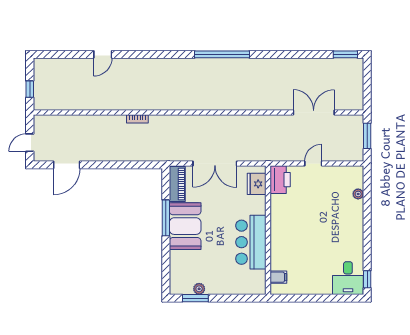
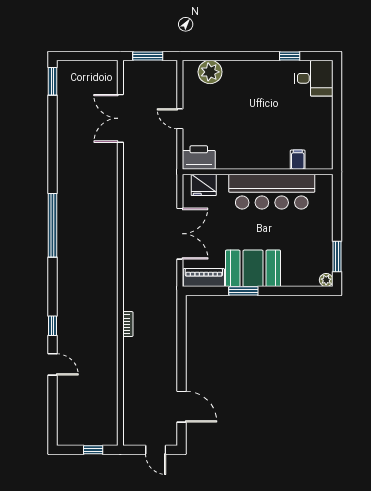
window: (136, 54) -> (52, 326), added
plant: (358, 194) -> (210, 72), width x1.87, depth x1.87
window: (166, 218) -> (243, 291), width x0.69
bar counter: (251, 242) -> (272, 192), width x1.36
filing cabinet: (278, 277) -> (298, 160), moved
window: (367, 279) -> (290, 56), moved
plant: (199, 289) -> (326, 280), moved

